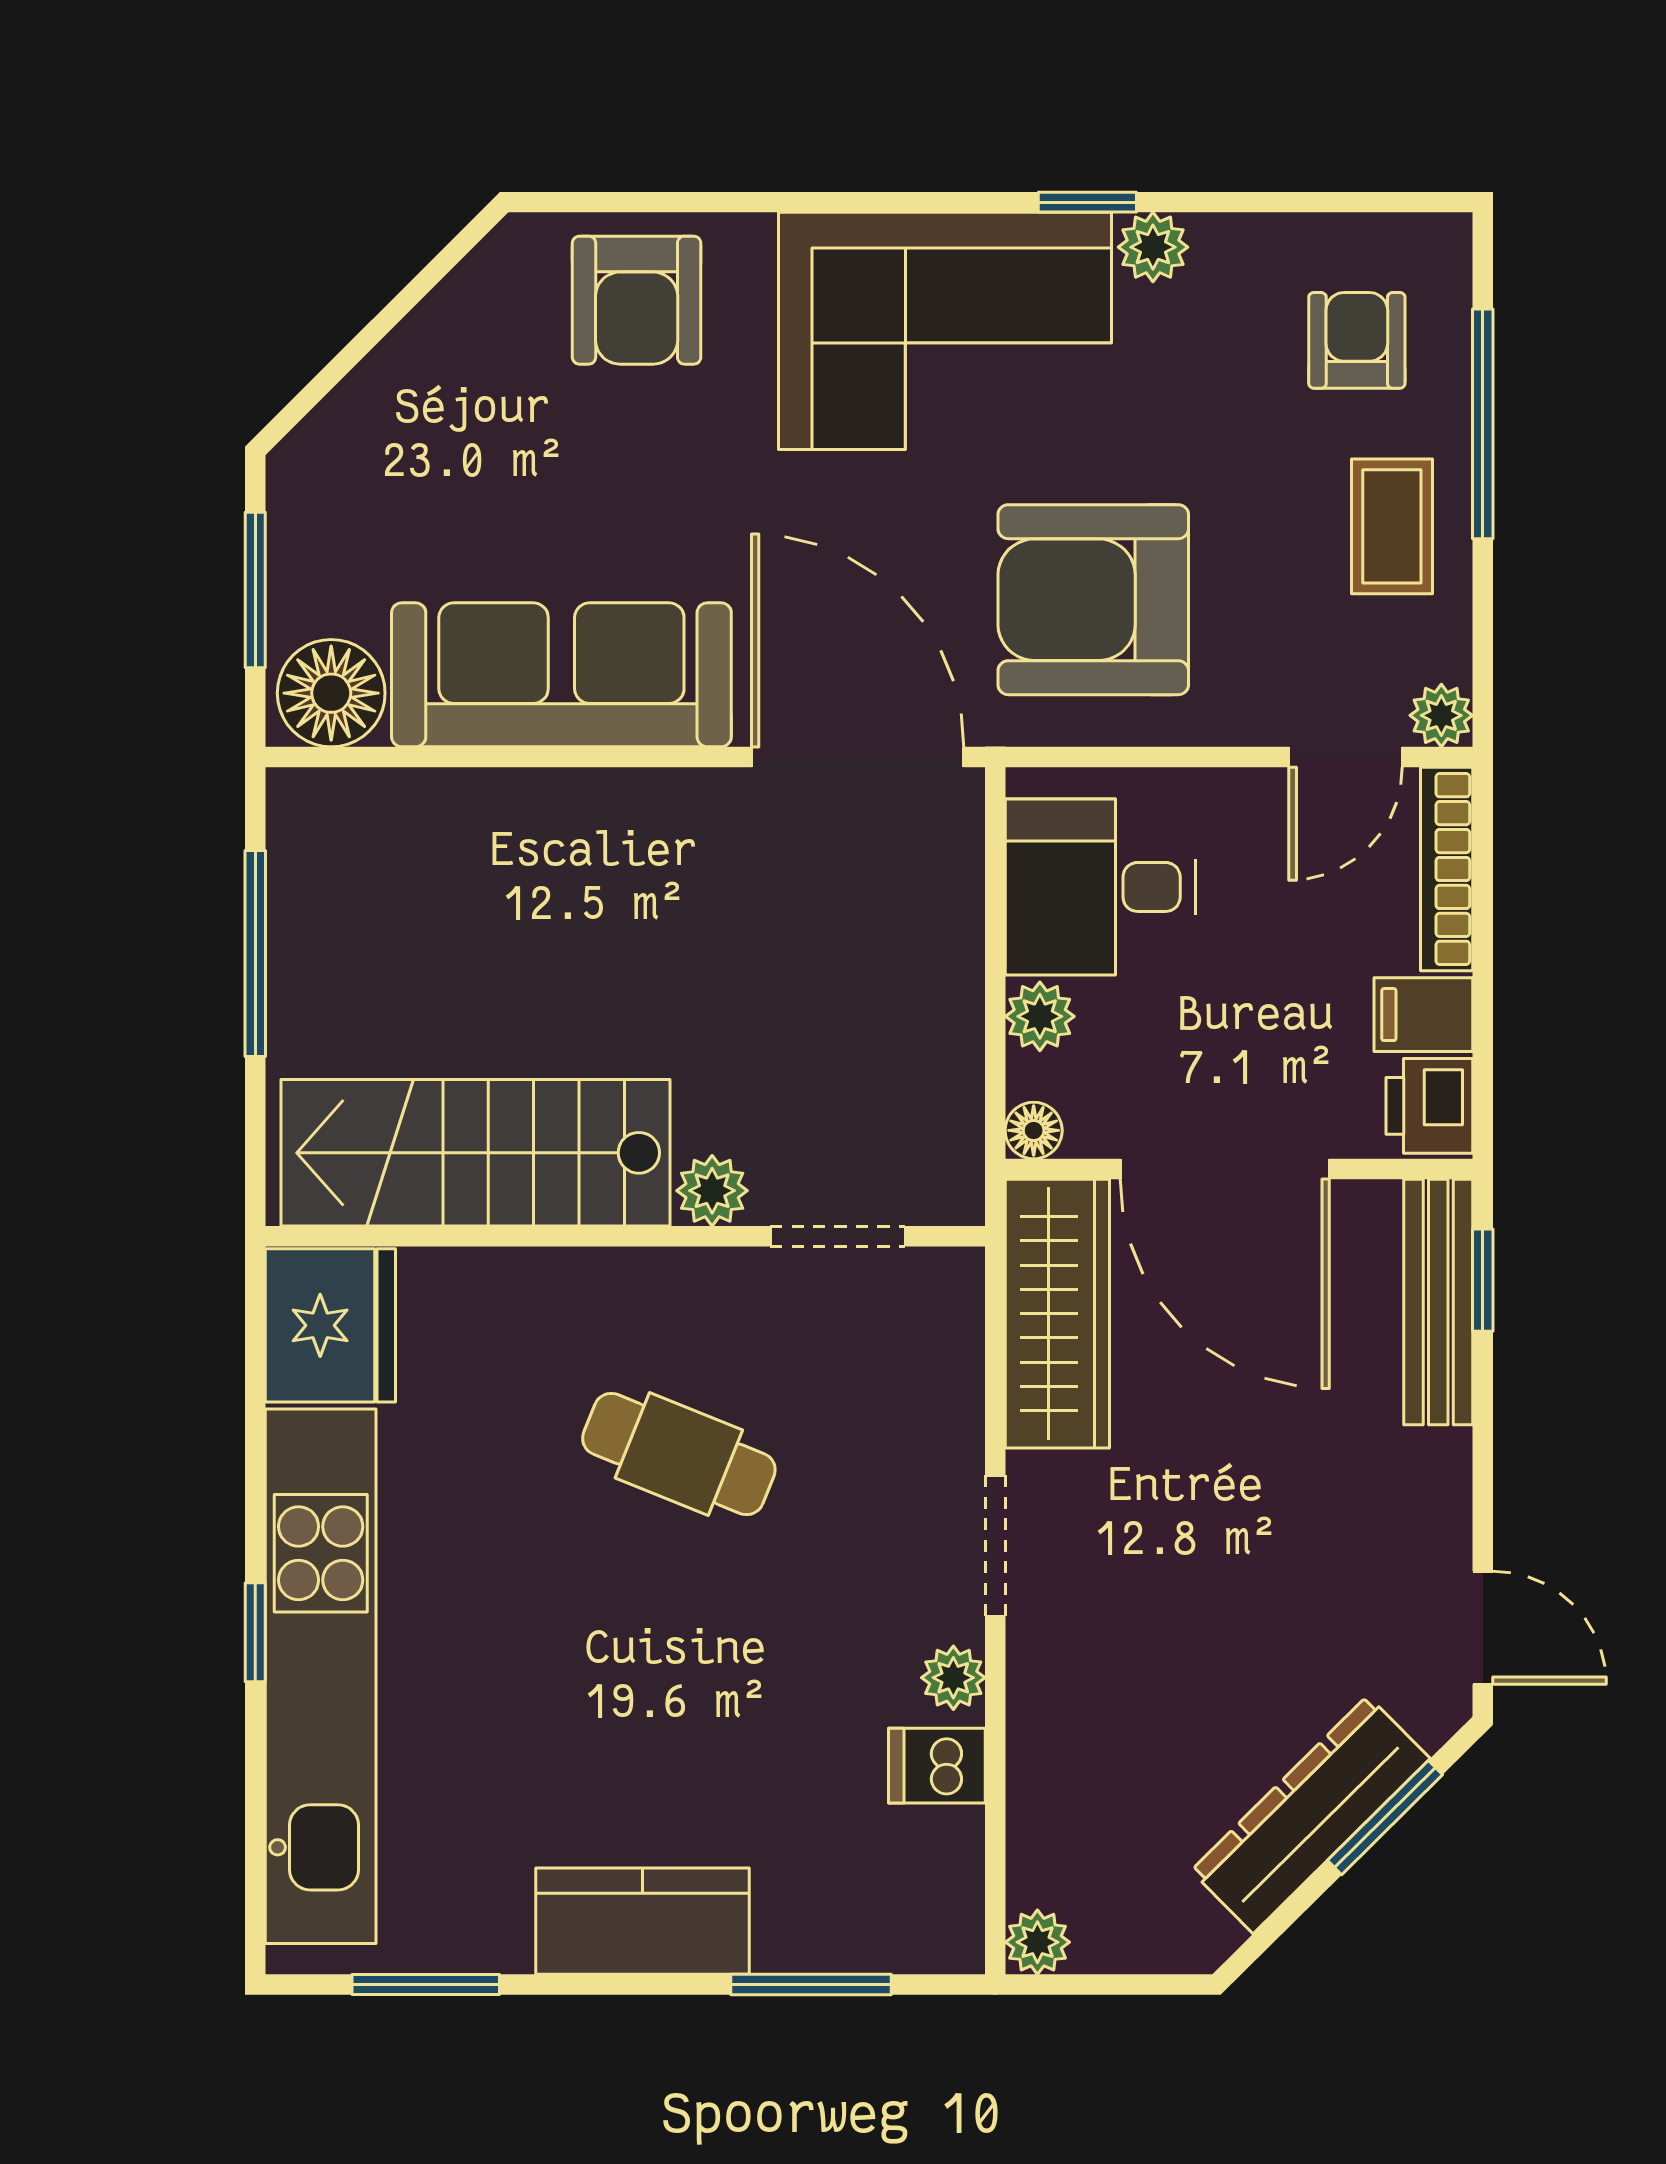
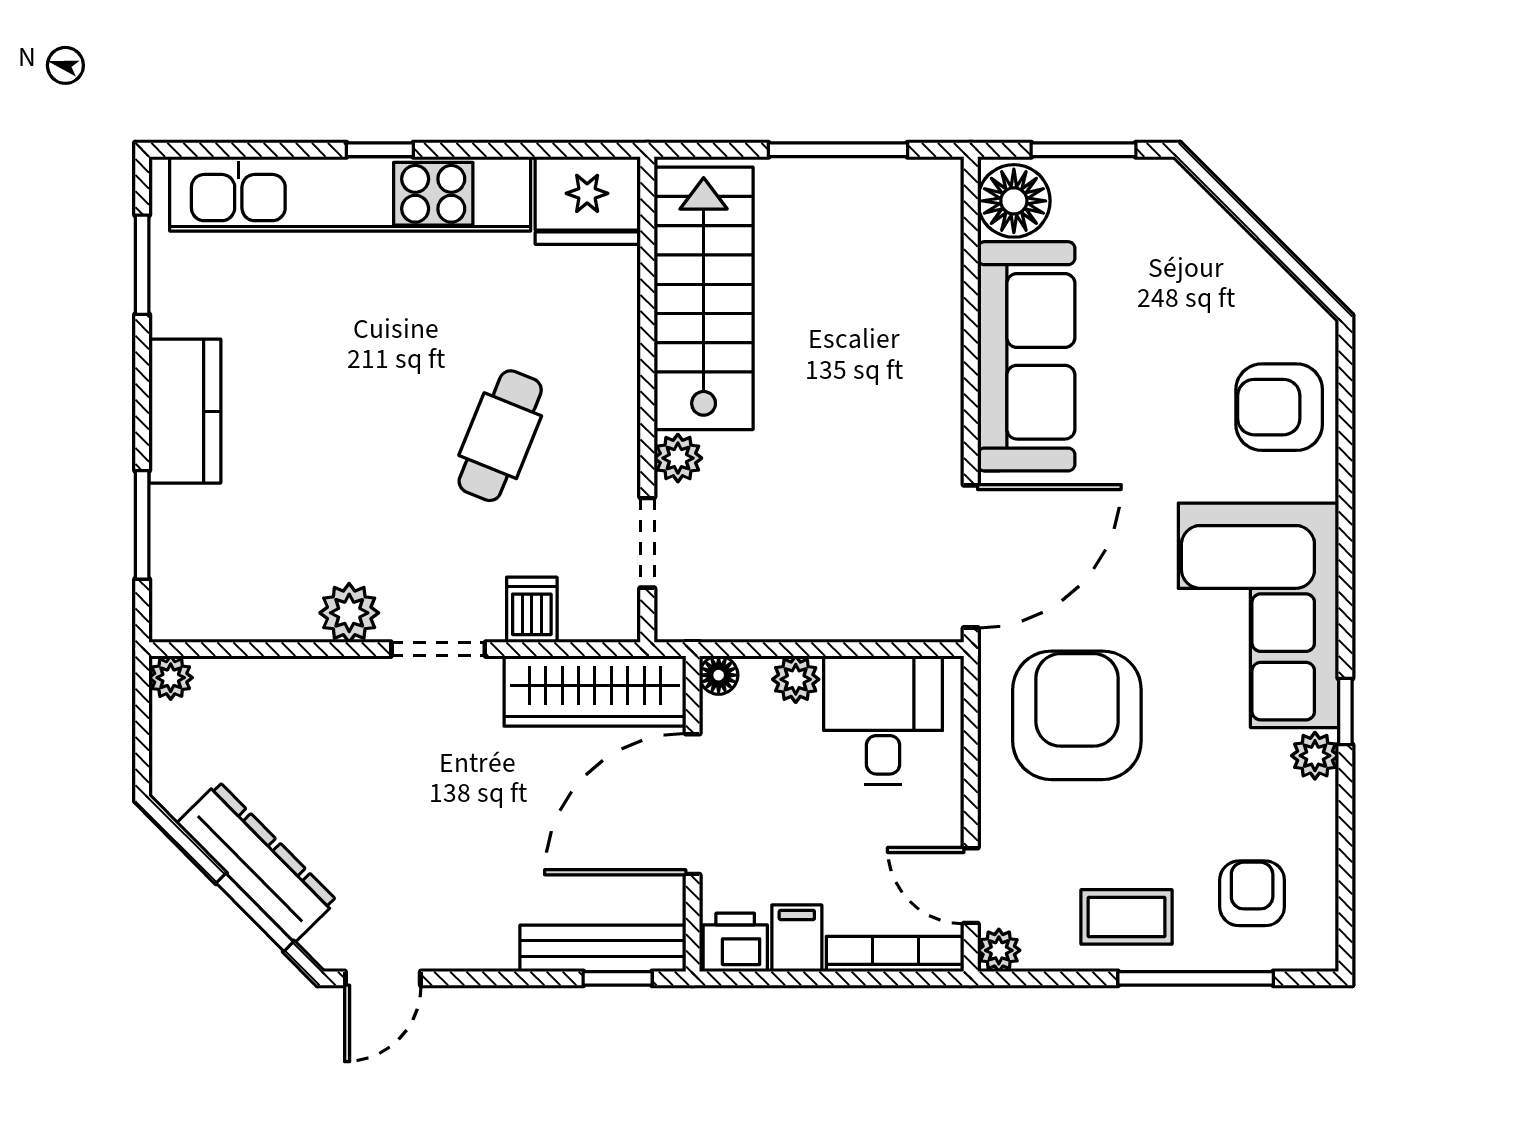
armchair: (1357, 340) -> (1252, 893), turned -90
plant: (953, 1678) -> (349, 613), width x1.38, depth x1.38
dishwasher: (937, 1766) -> (532, 610), moved

